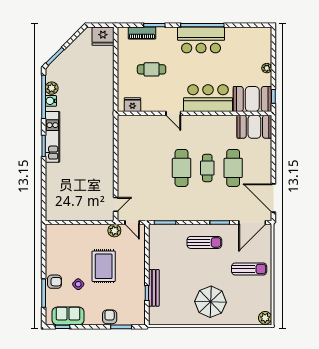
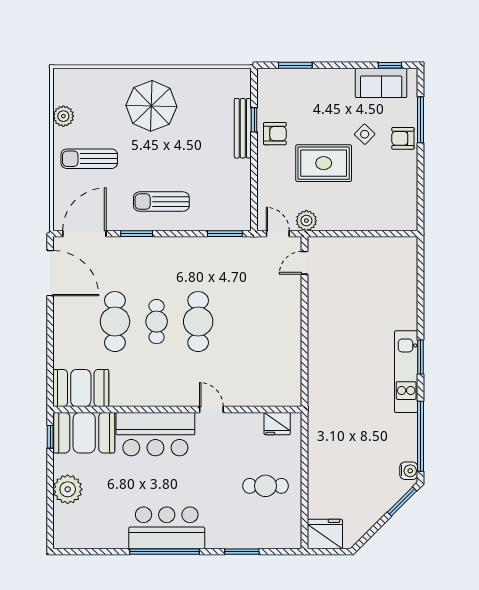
piano: (142, 33) -> (262, 539), removed
plant: (267, 68) -> (68, 489), width x1.87, depth x1.87
cafe table: (152, 69) -> (266, 486), moved
plant: (52, 88) -> (408, 450), removed
water cooler: (51, 101) -> (409, 471), moved
rug: (104, 266) -> (324, 163), turned 90
armchair: (110, 317) -> (275, 134), moved, turned -90
plant: (265, 318) -> (63, 116), moved

